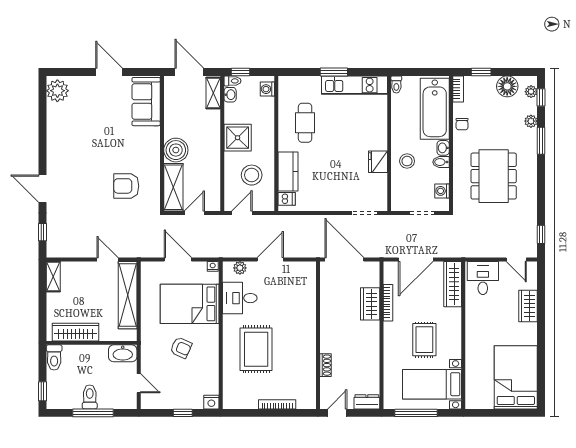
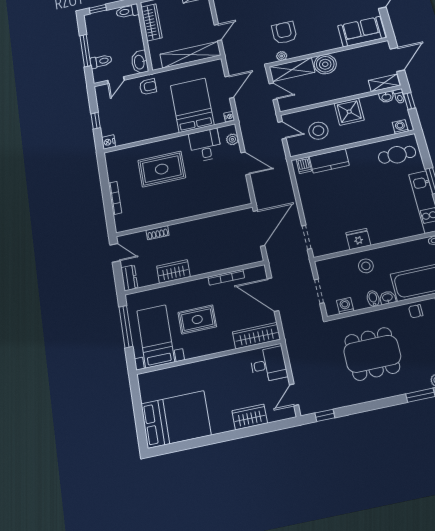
cafe table: (305, 123) -> (397, 155), moved
plant: (154, 195) -> (282, 56), added
wardrobe: (370, 304) -> (173, 271), moved
armchair: (181, 348) -> (148, 87), moved, turned -114
toilet: (90, 397) -> (101, 61), moved

